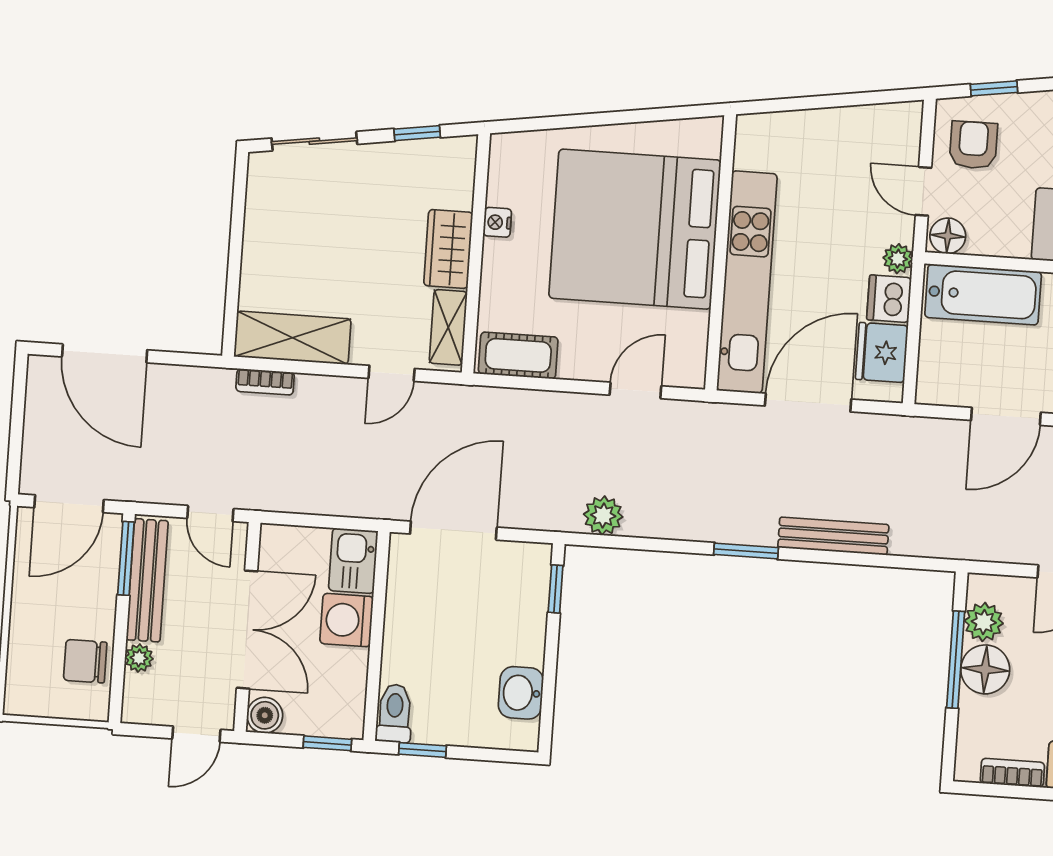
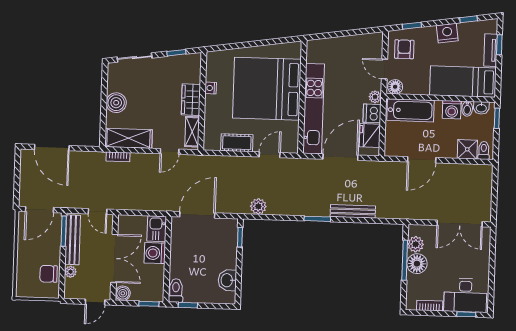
boiler: (266, 250) -> (116, 103), added
cot: (518, 355) -> (237, 143), moved

